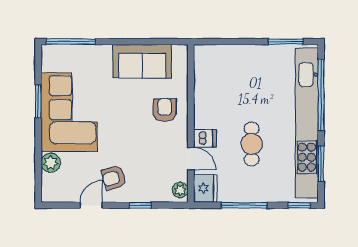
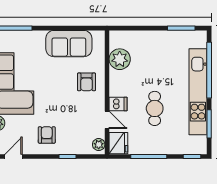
plant: (207, 81) -> (120, 59), added
armchair: (165, 110) -> (86, 82), turned 180
kitchen unit: (307, 123) -> (198, 92), width x0.73
armchair: (114, 178) -> (47, 135), turned 105
door: (91, 205) -> (14, 157), moved

